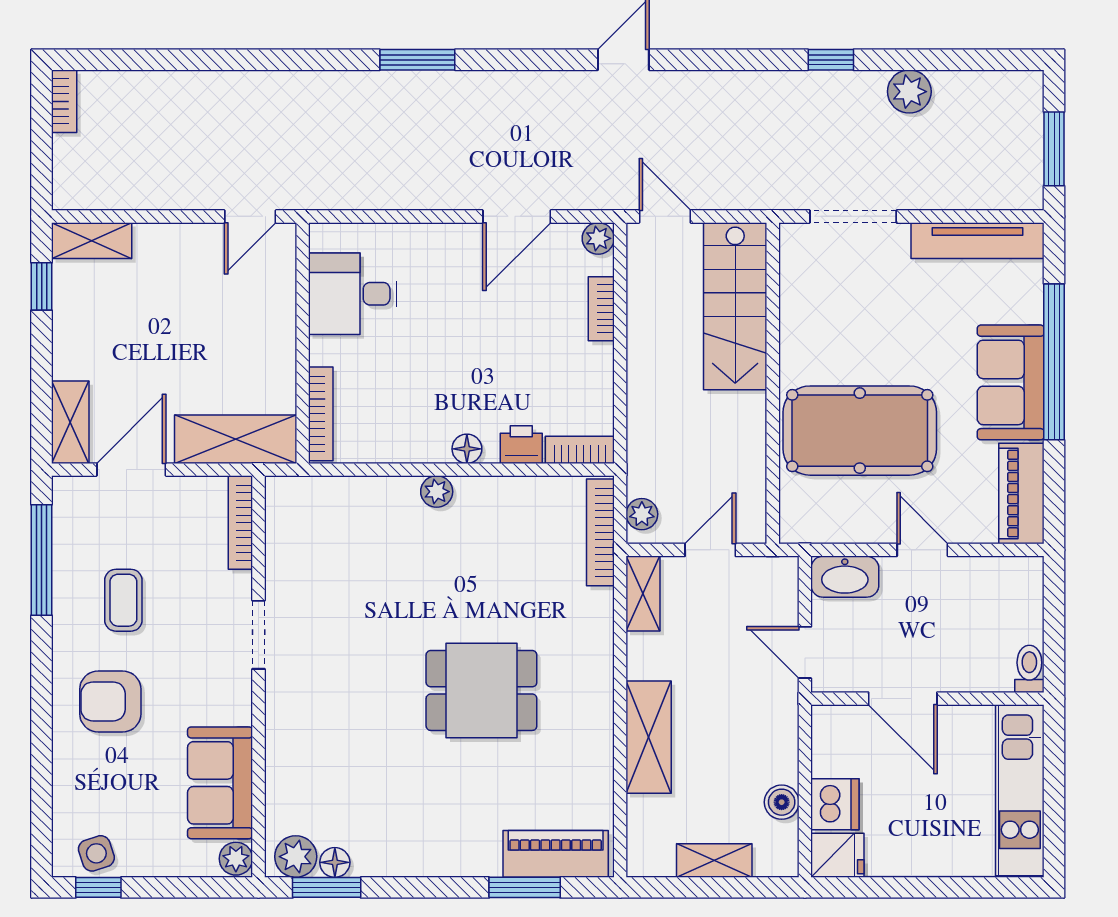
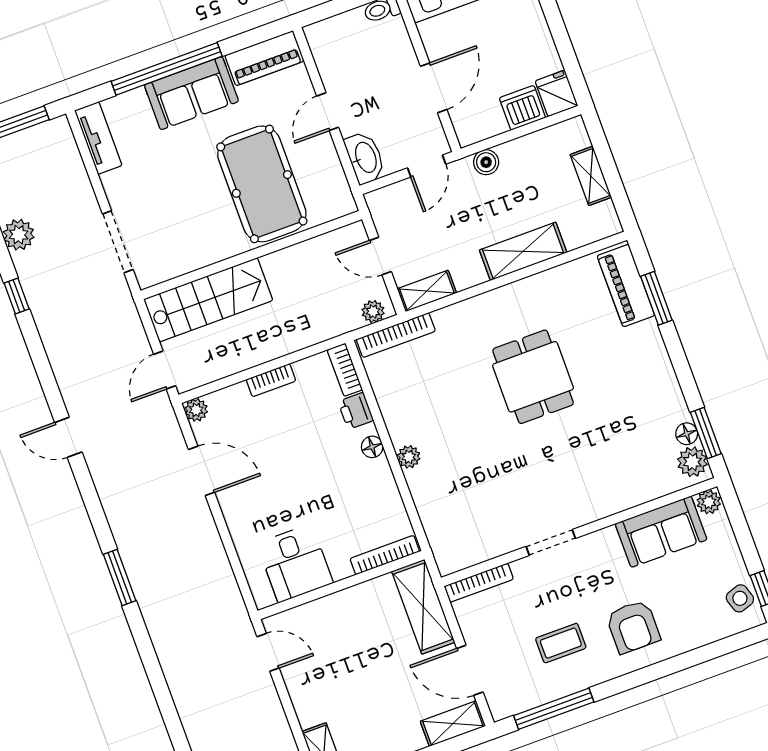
tv unit: (978, 241) -> (98, 138), width x0.71
bookcase: (601, 309) -> (271, 380), moved
boiler: (782, 802) -> (486, 162), moved

